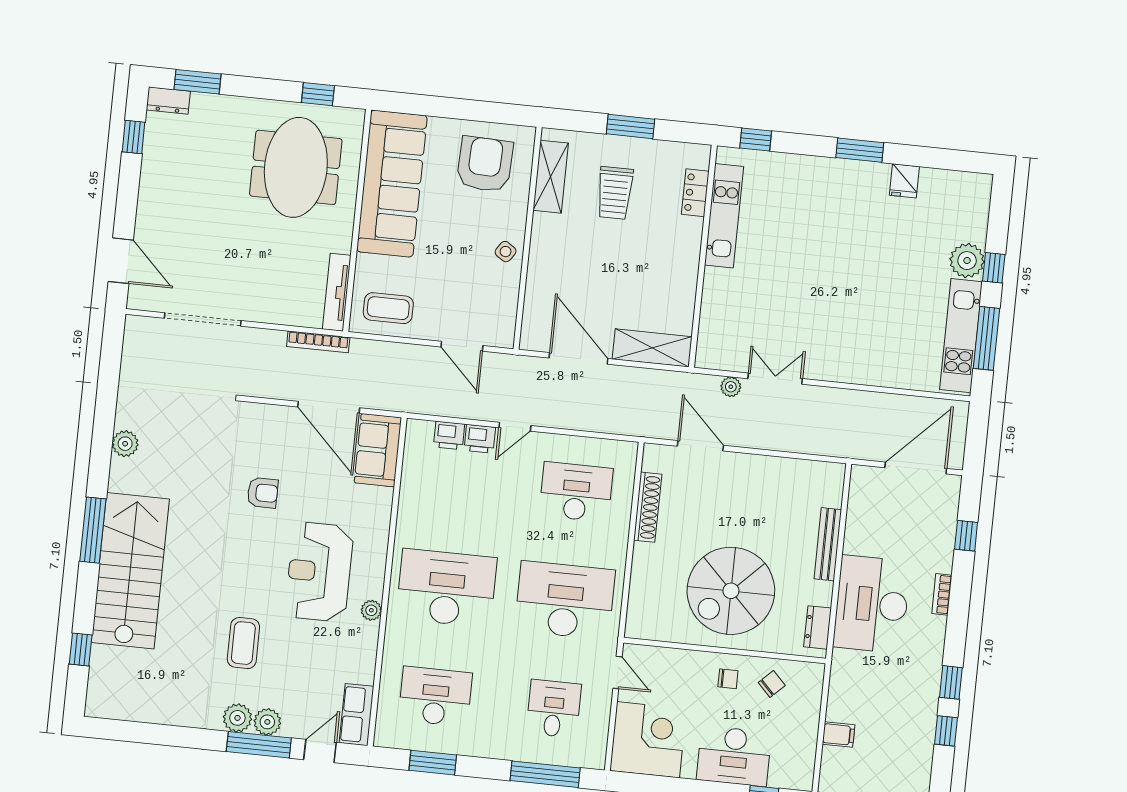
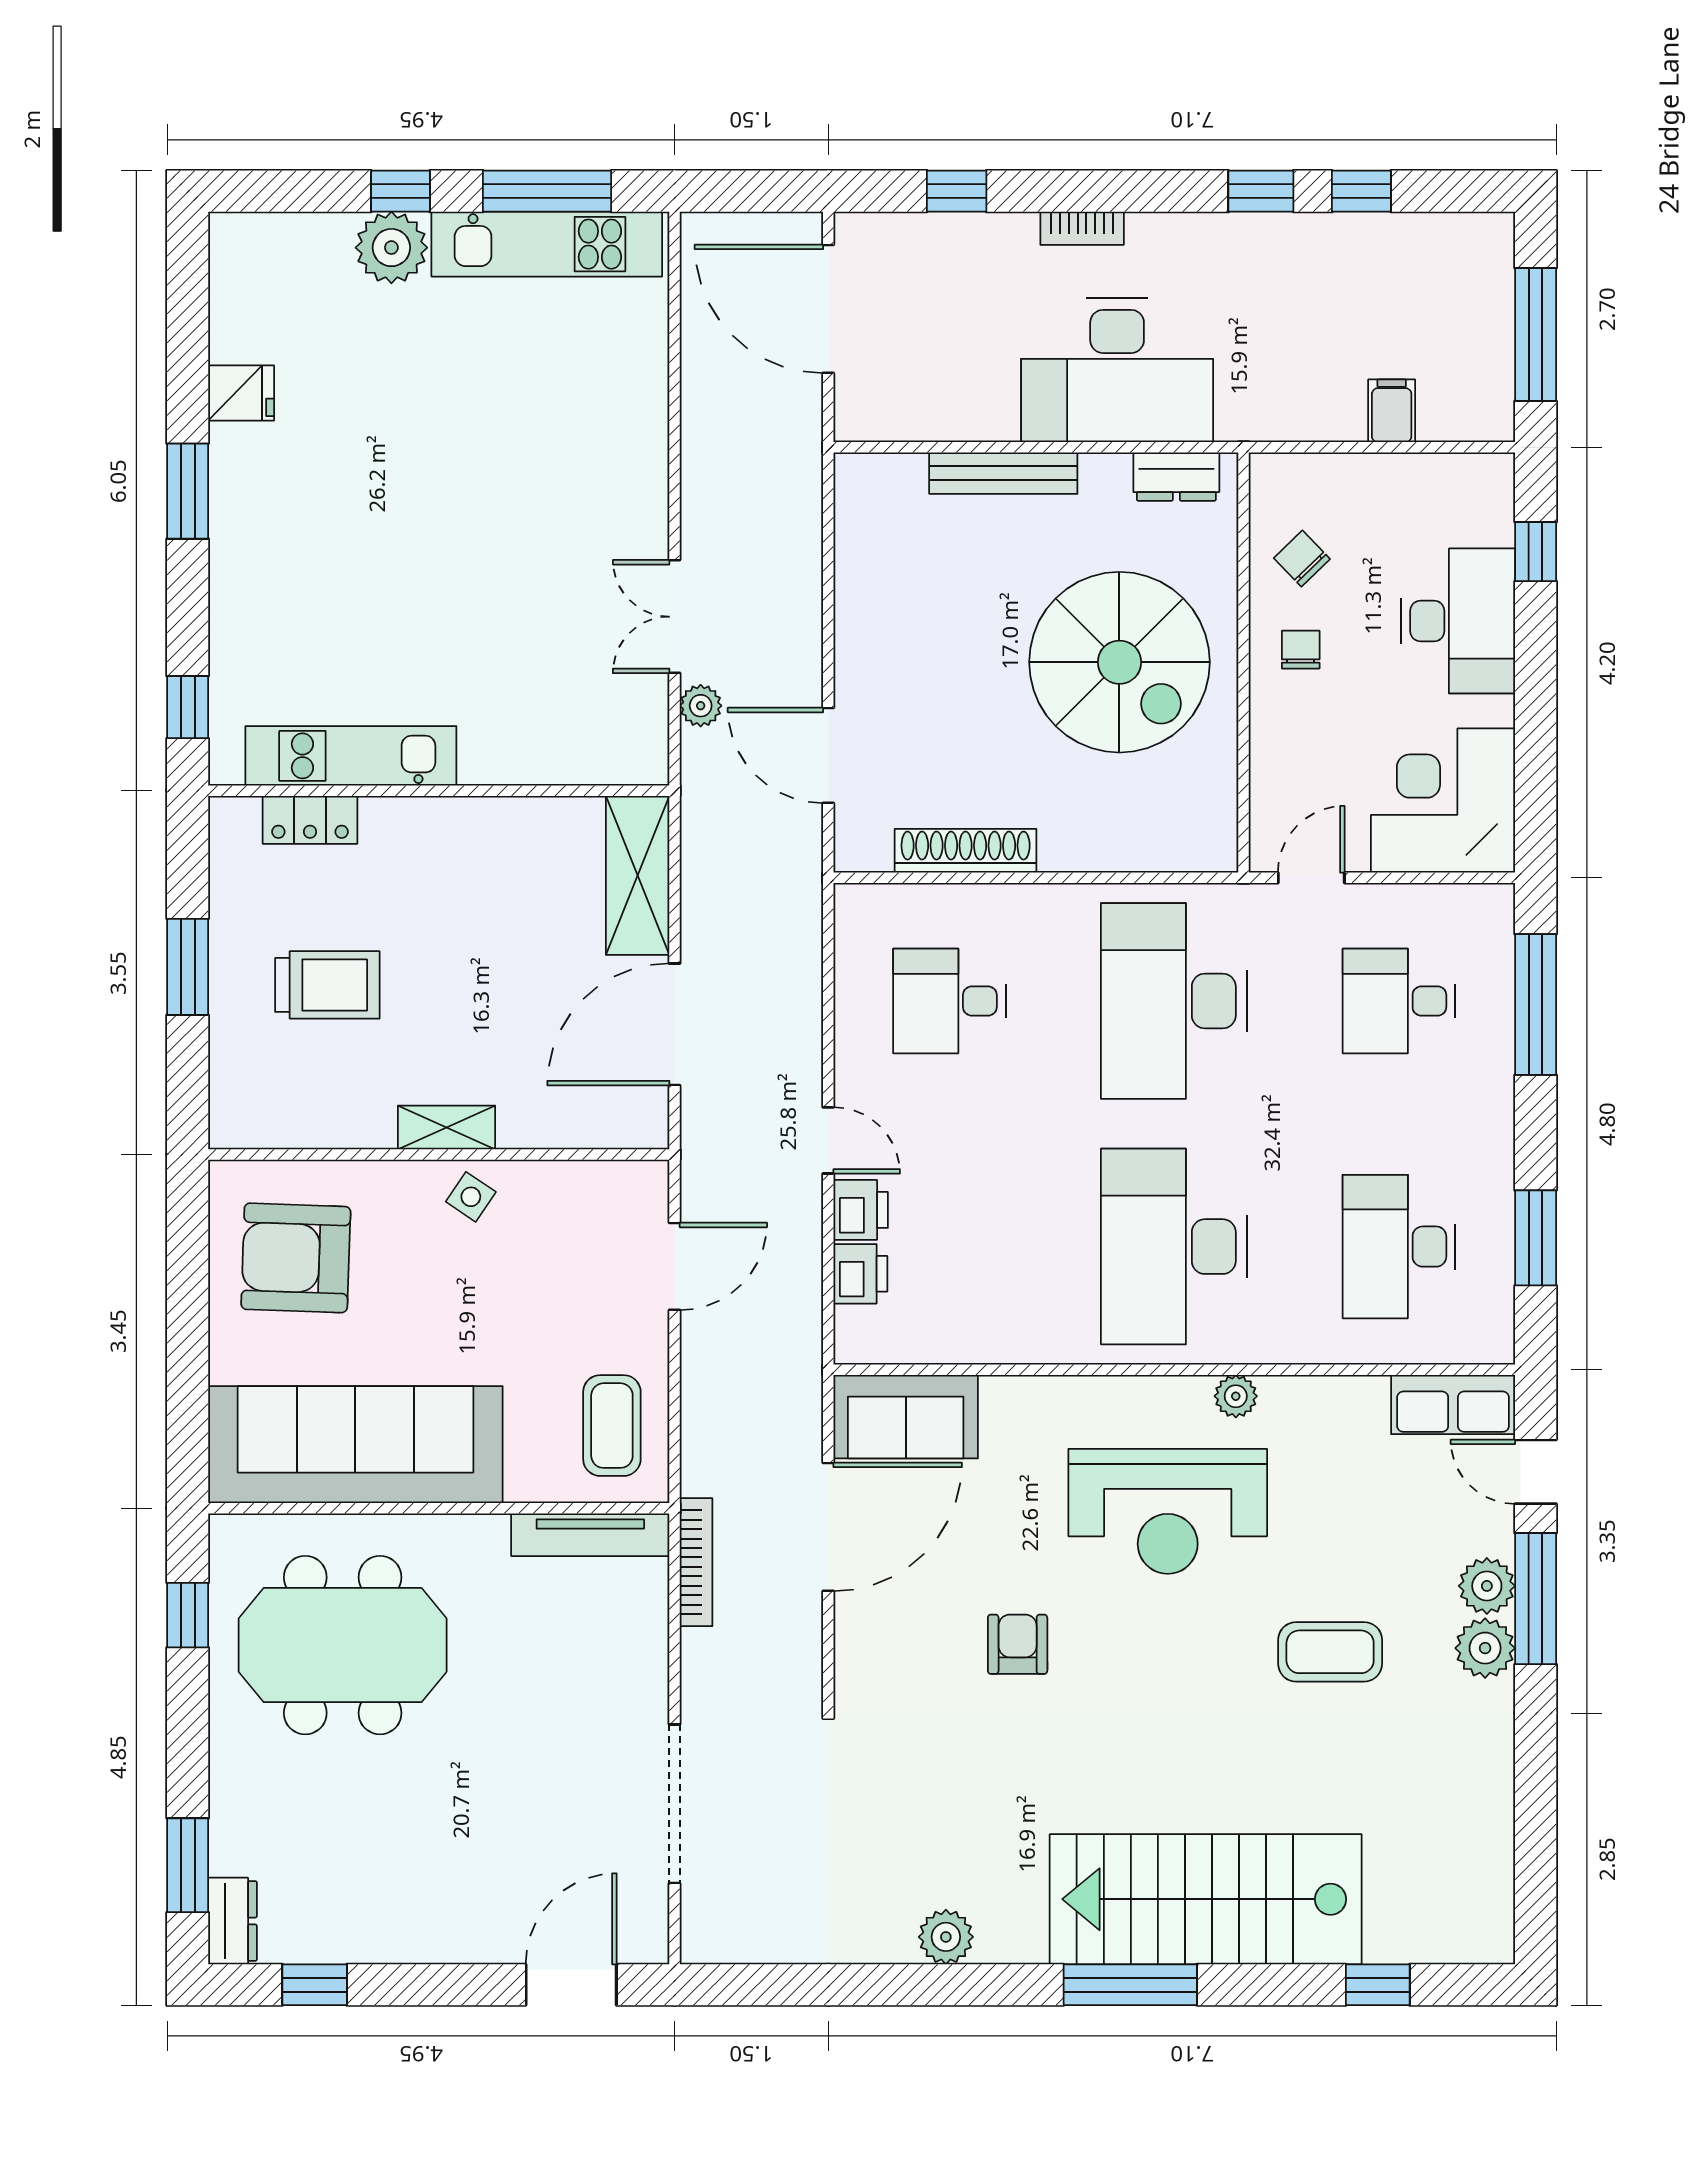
shelving: (551, 177) -> (446, 1128), moved, width x0.67, depth x0.75
door: (700, 446) -> (828, 755), hinge flipped
desk: (576, 492) -> (949, 1001), width x0.73

